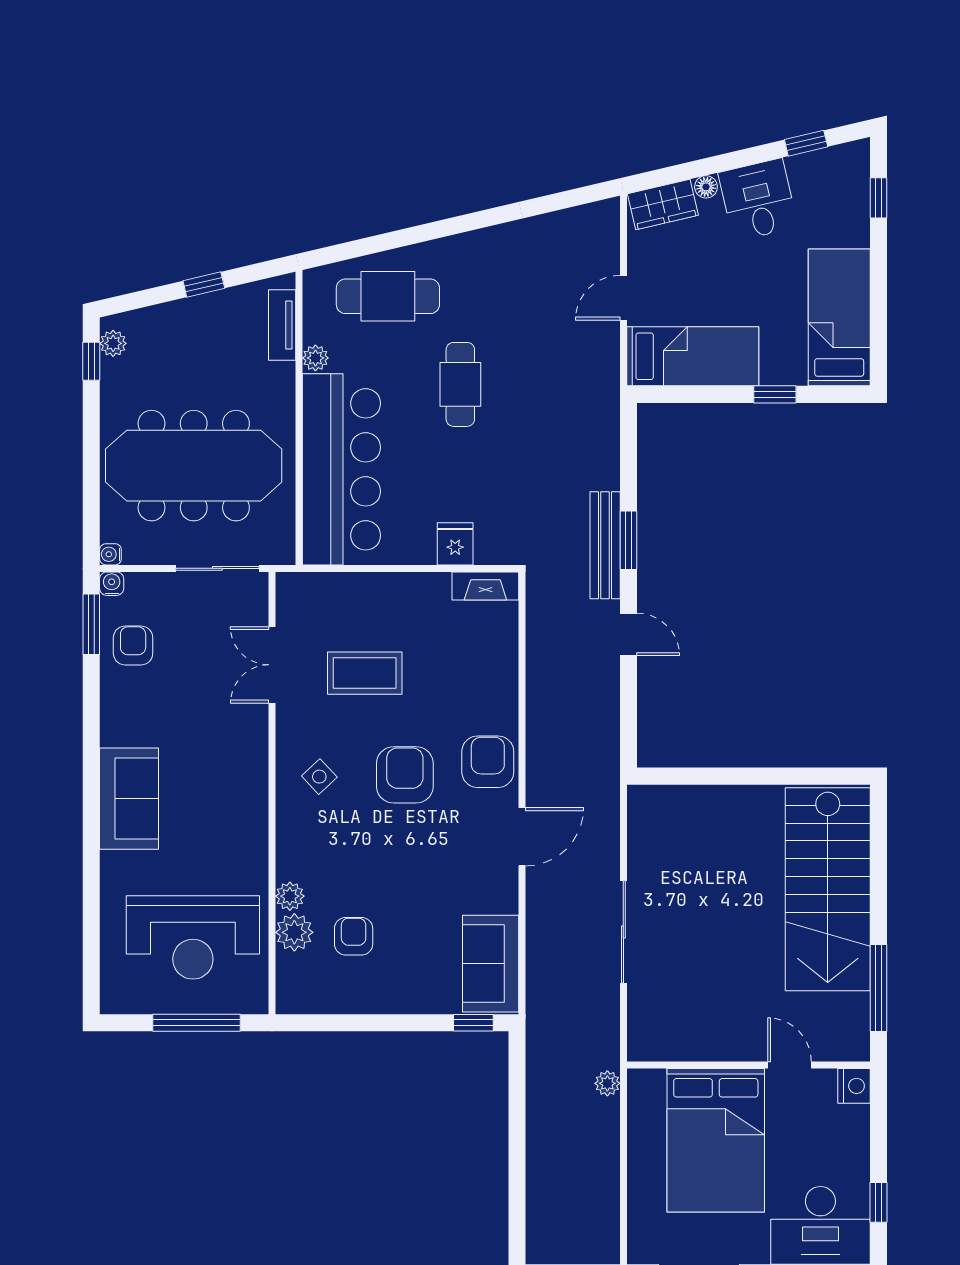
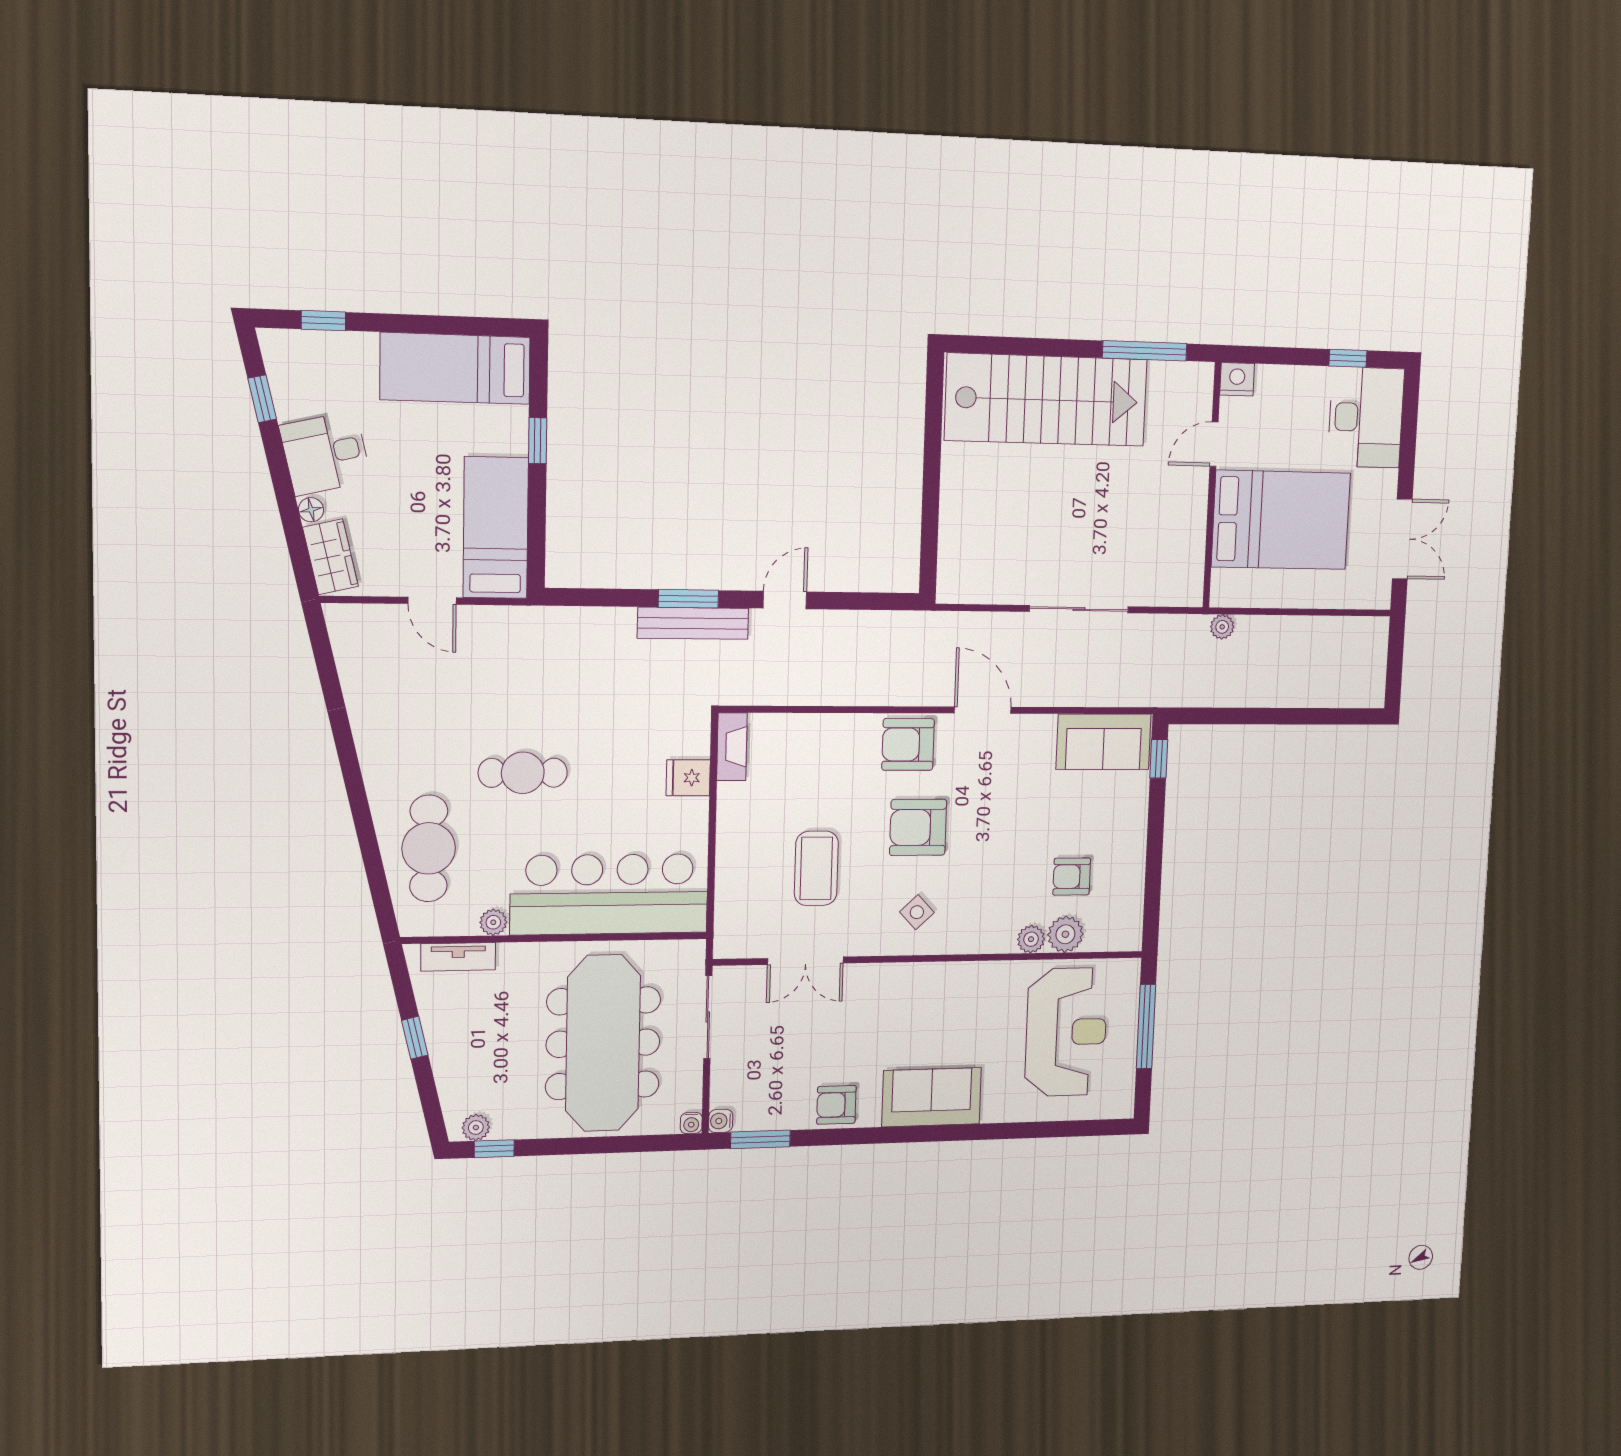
armchair: (133, 645) -> (836, 1105), moved

